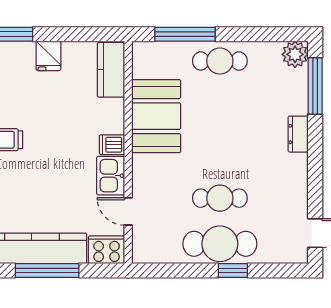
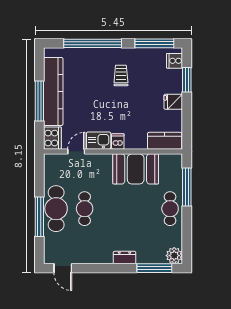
window: (233, 271) -> (39, 217), width x2.17

